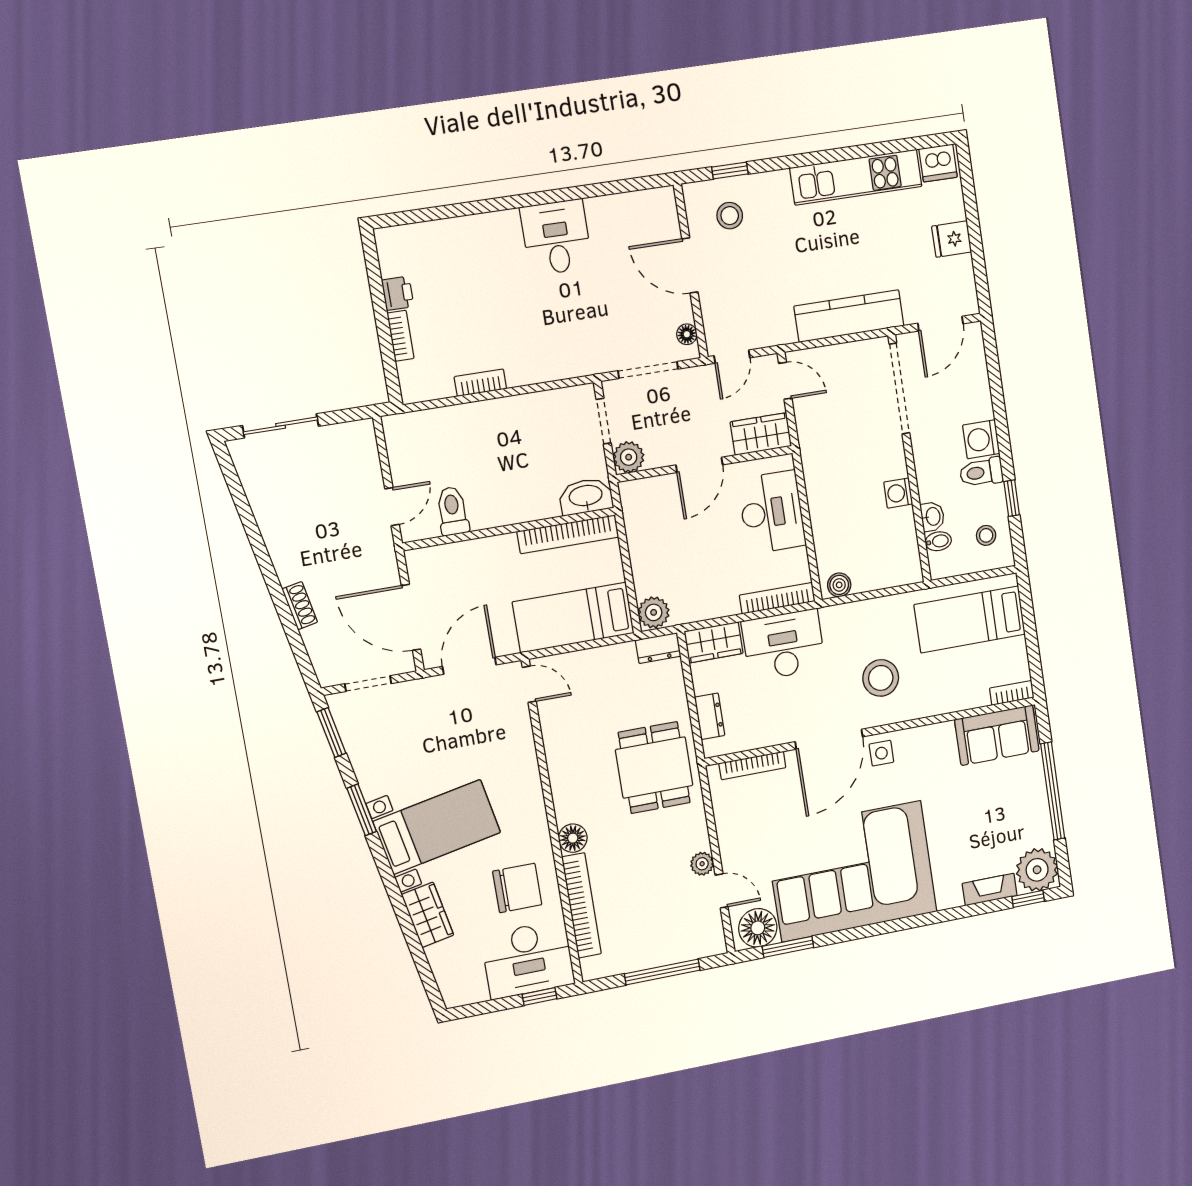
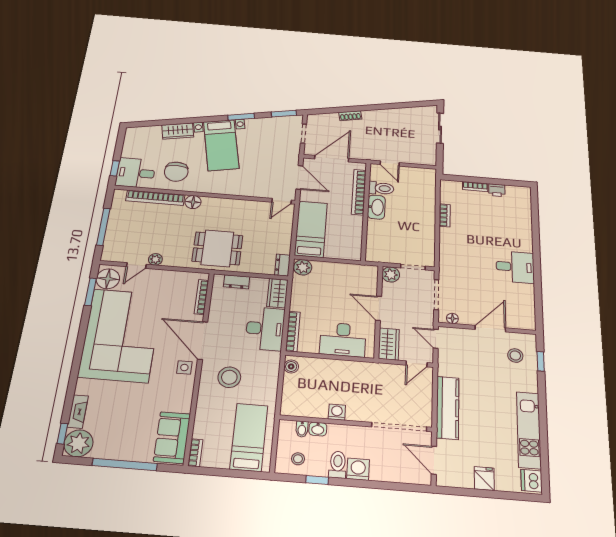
washbasin: (586, 496) -> (376, 207), moved
bookcase: (568, 534) -> (359, 192), moved
desk: (528, 960) -> (136, 173), width x0.73

